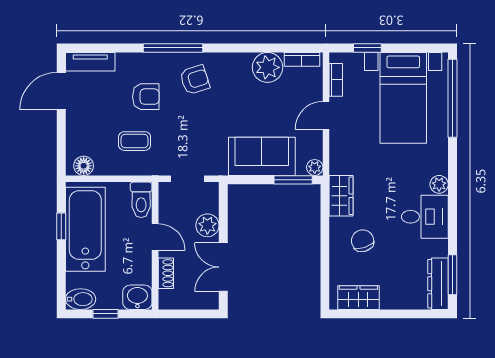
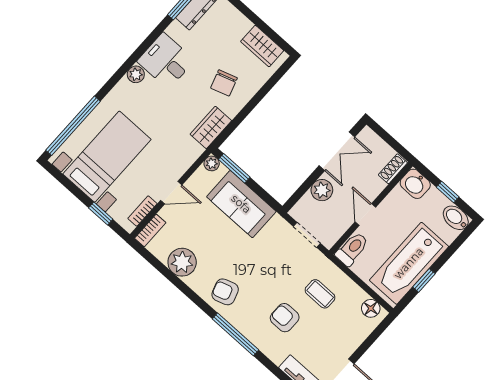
bookcase: (302, 59) -> (150, 230), moved, turned 90
armchair: (195, 80) -> (225, 292), moved
shoe rack: (166, 273) -> (393, 169), moved

